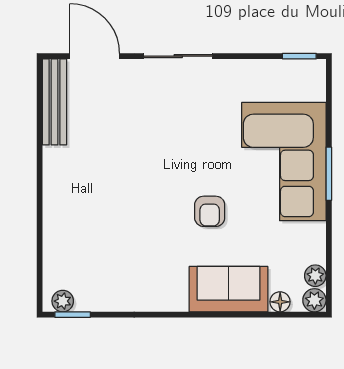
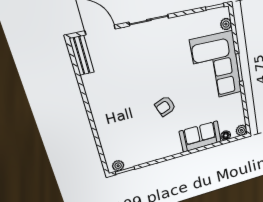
bench: (55, 102) -> (82, 55), width x0.73
armchair: (210, 211) -> (165, 106), moved, turned 69
plant: (315, 276) -> (226, 24), moved

